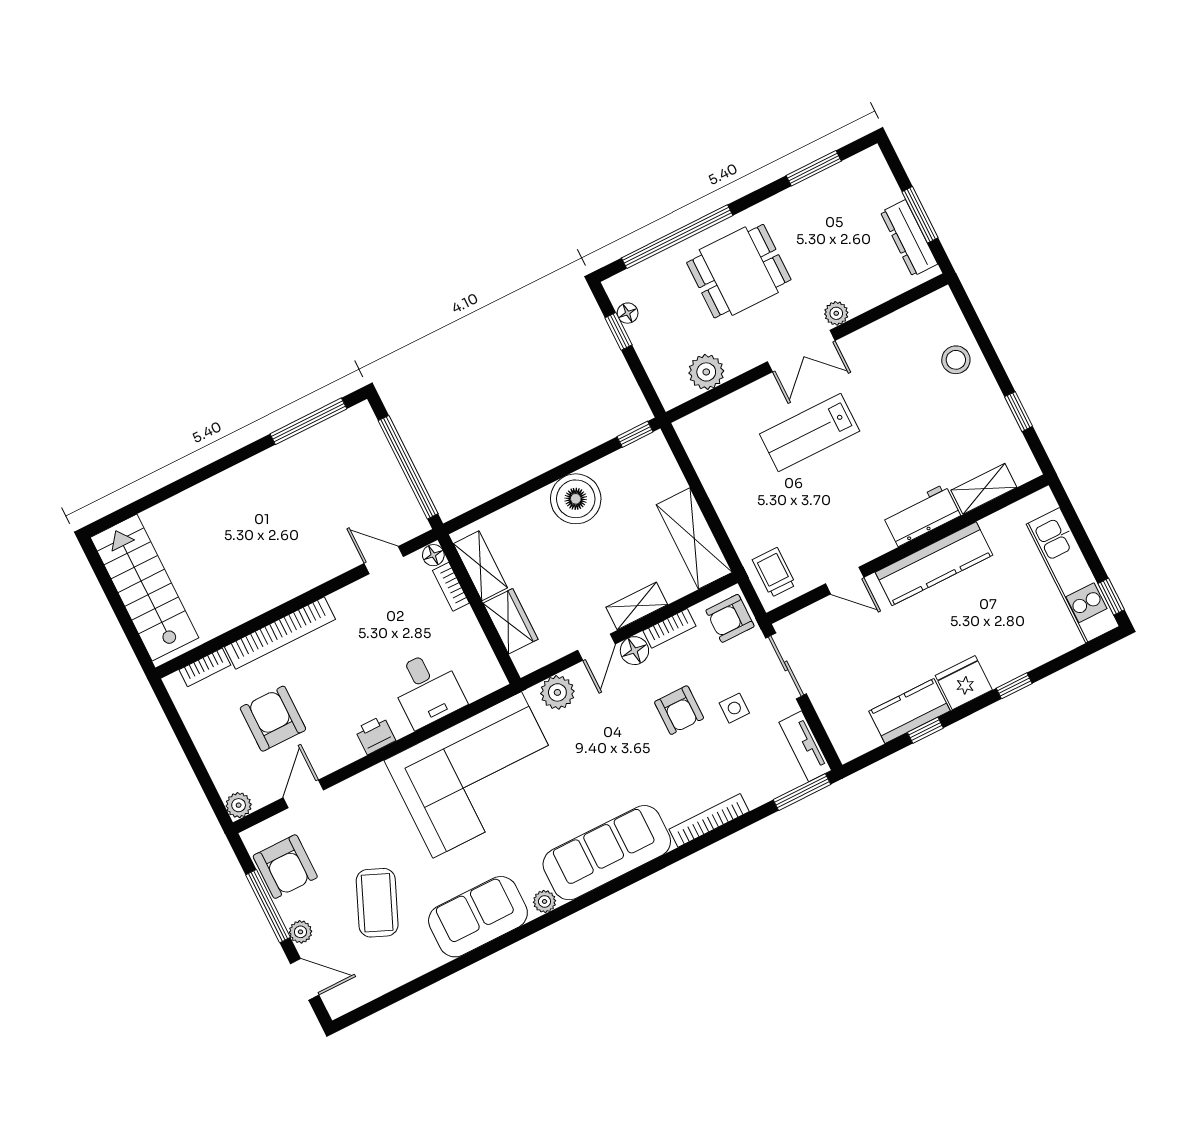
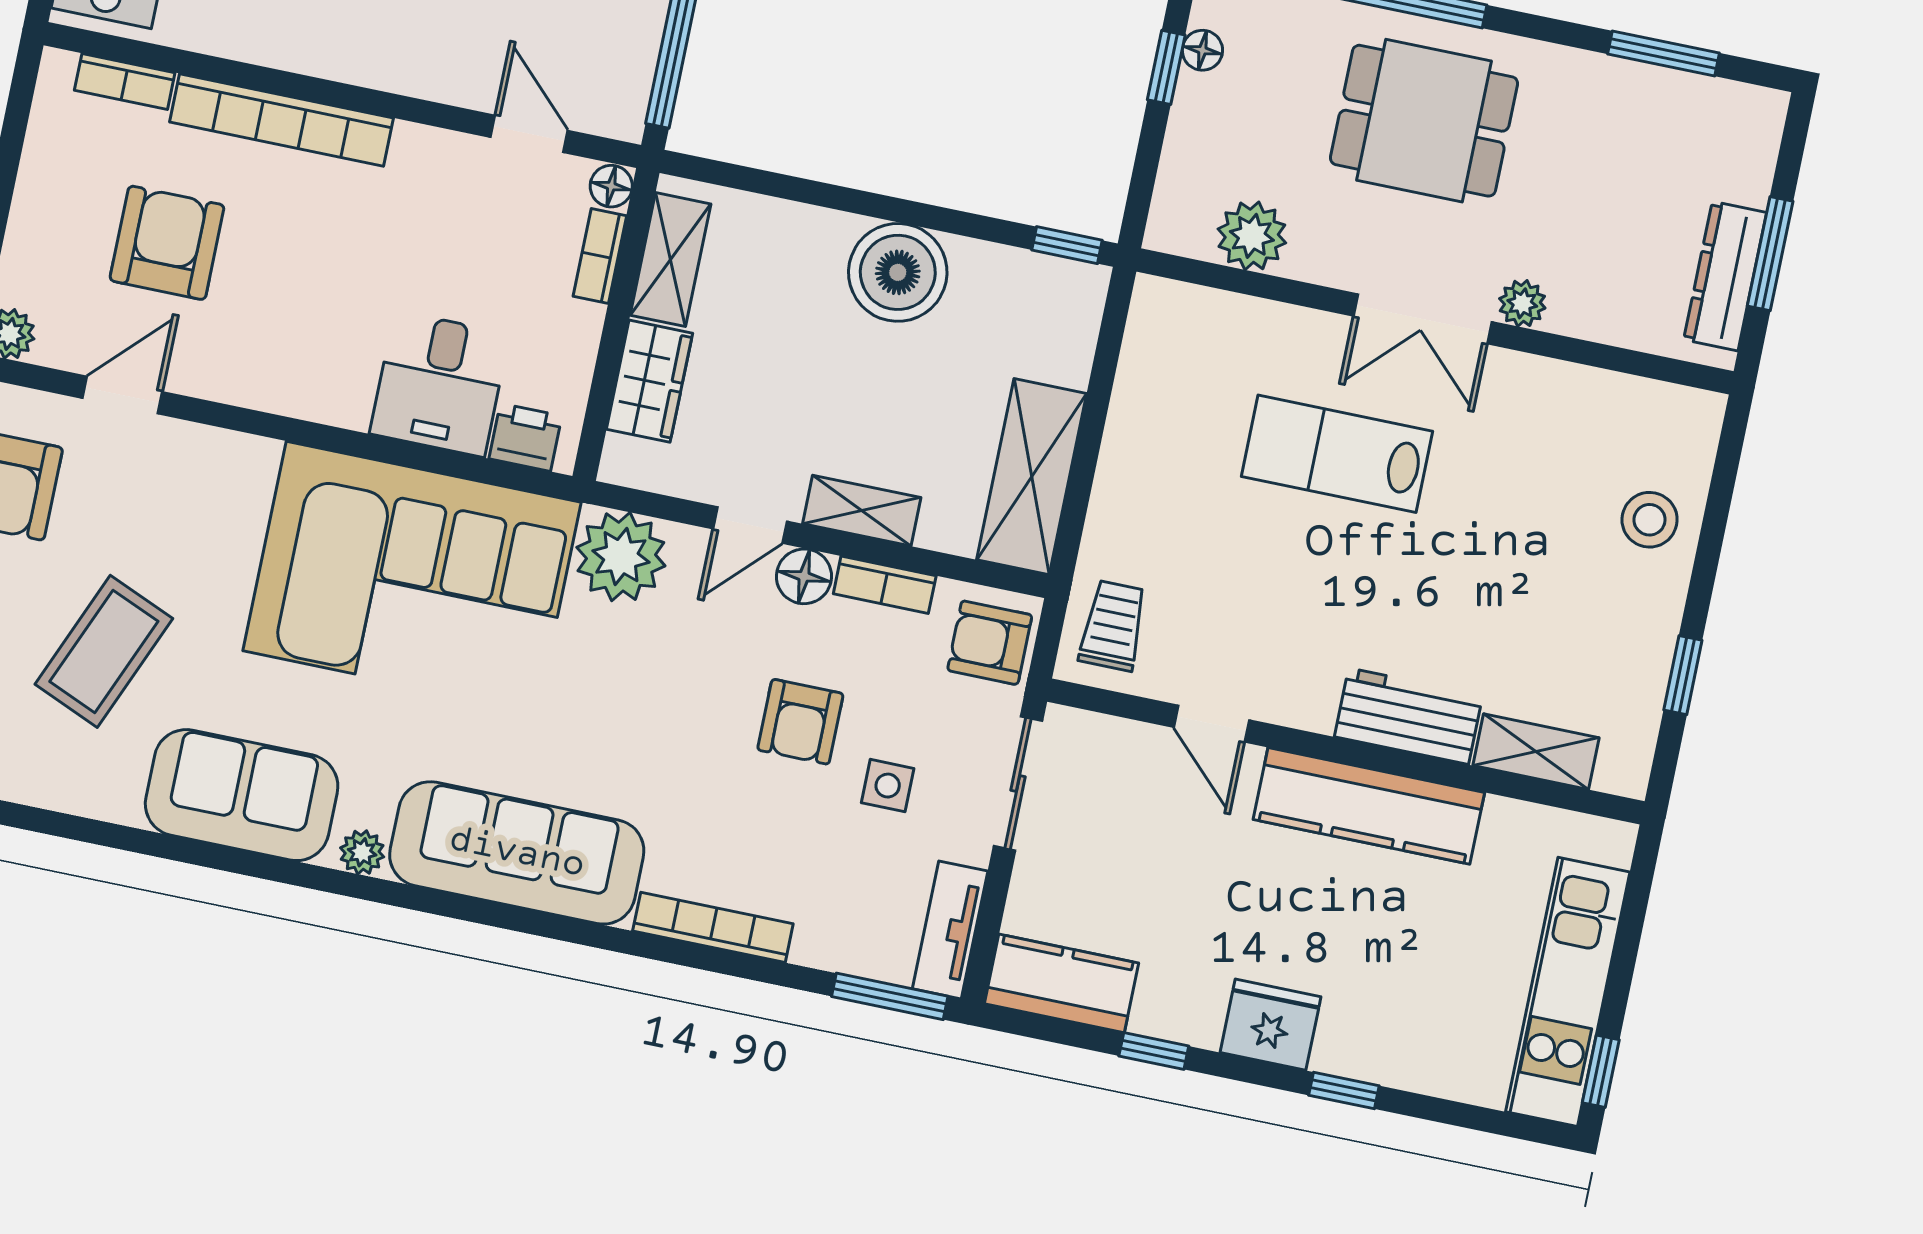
plant: (557, 692) -> (621, 557), width x1.36, depth x1.36
kitchen counter: (909, 711) -> (1062, 983), moved
printer: (375, 735) -> (525, 437), moved

